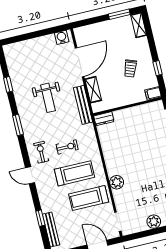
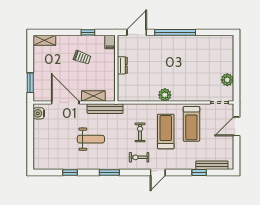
window: (119, 14) -> (30, 83), moved
dresser: (104, 119) -> (122, 65), moved
plant: (117, 182) -> (165, 95), moved
plant: (154, 222) -> (227, 80), moved

